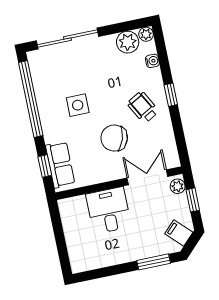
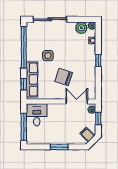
wheelchair: (143, 107) -> (82, 64), removed
row of seats: (60, 165) -> (32, 79), width x1.48
desk: (109, 210) -> (37, 115), moved
window: (61, 243) -> (24, 127), added
window: (154, 262) -> (59, 147), moved

